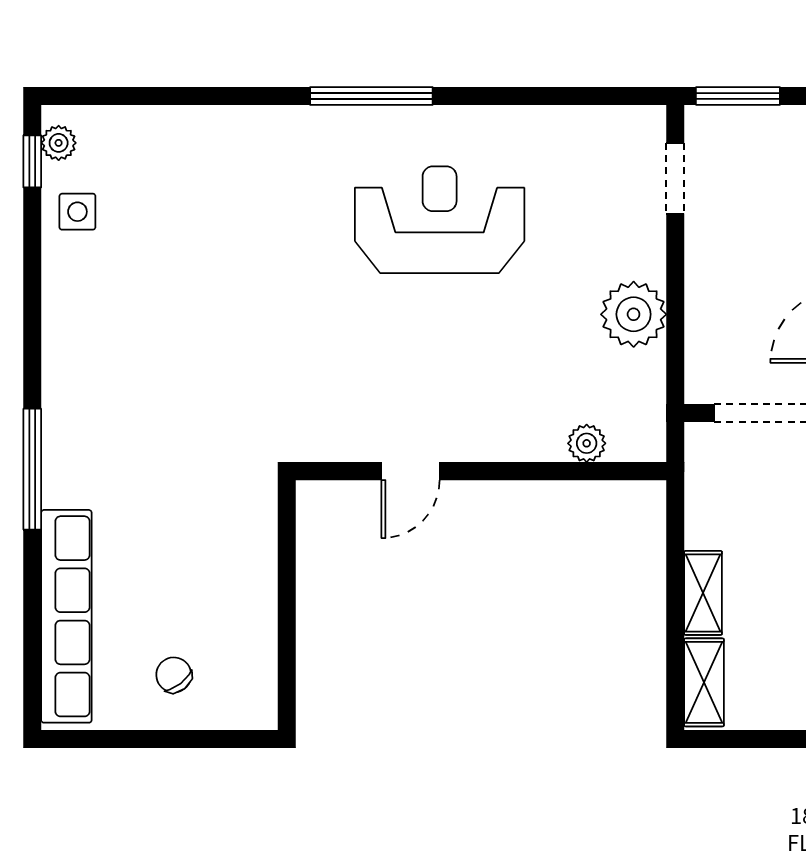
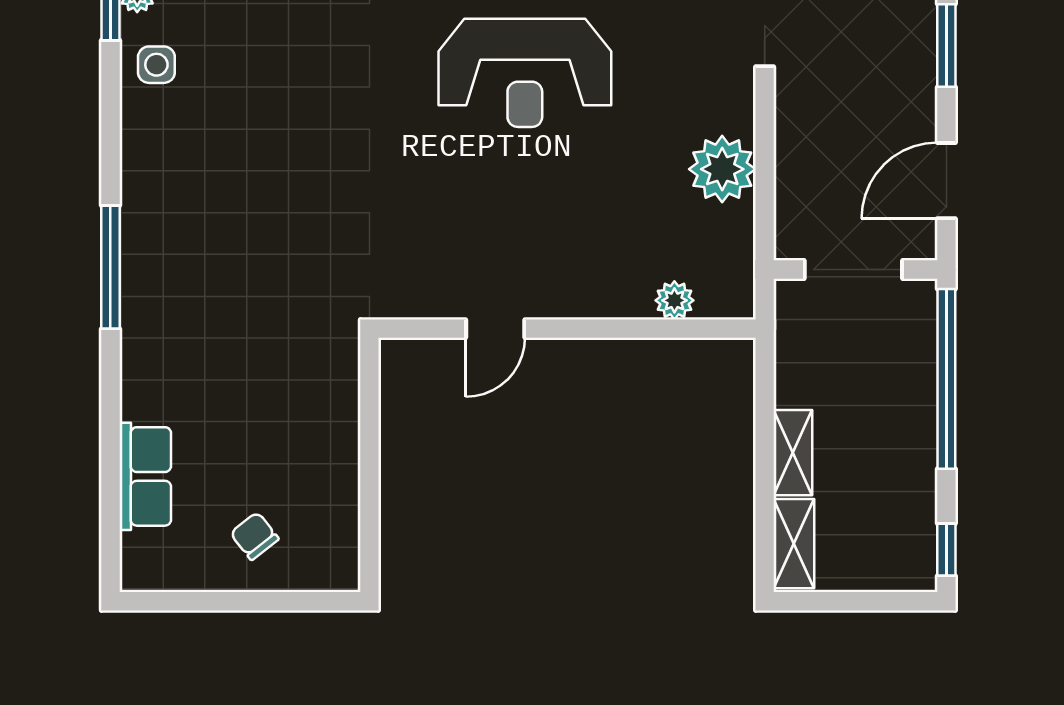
reception desk: (440, 220) -> (525, 73), turned 180
window: (32, 469) -> (110, 267), moved
row of seats: (66, 616) -> (145, 476), width x0.50

